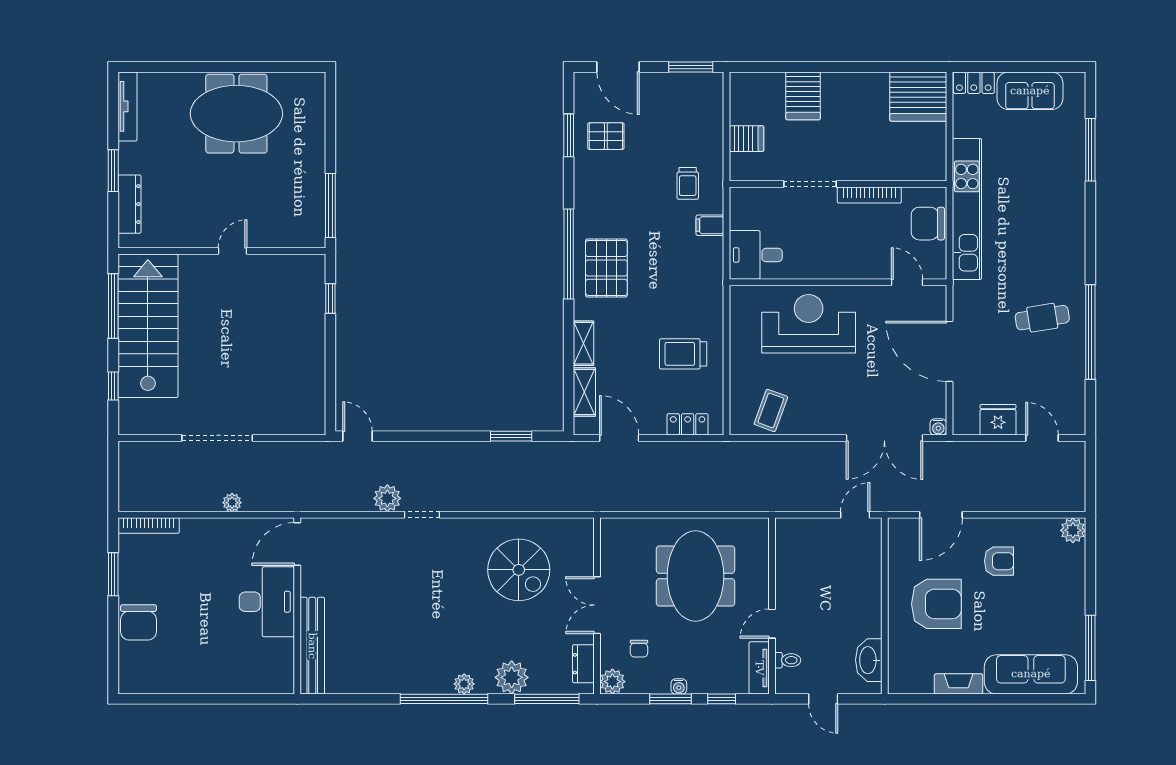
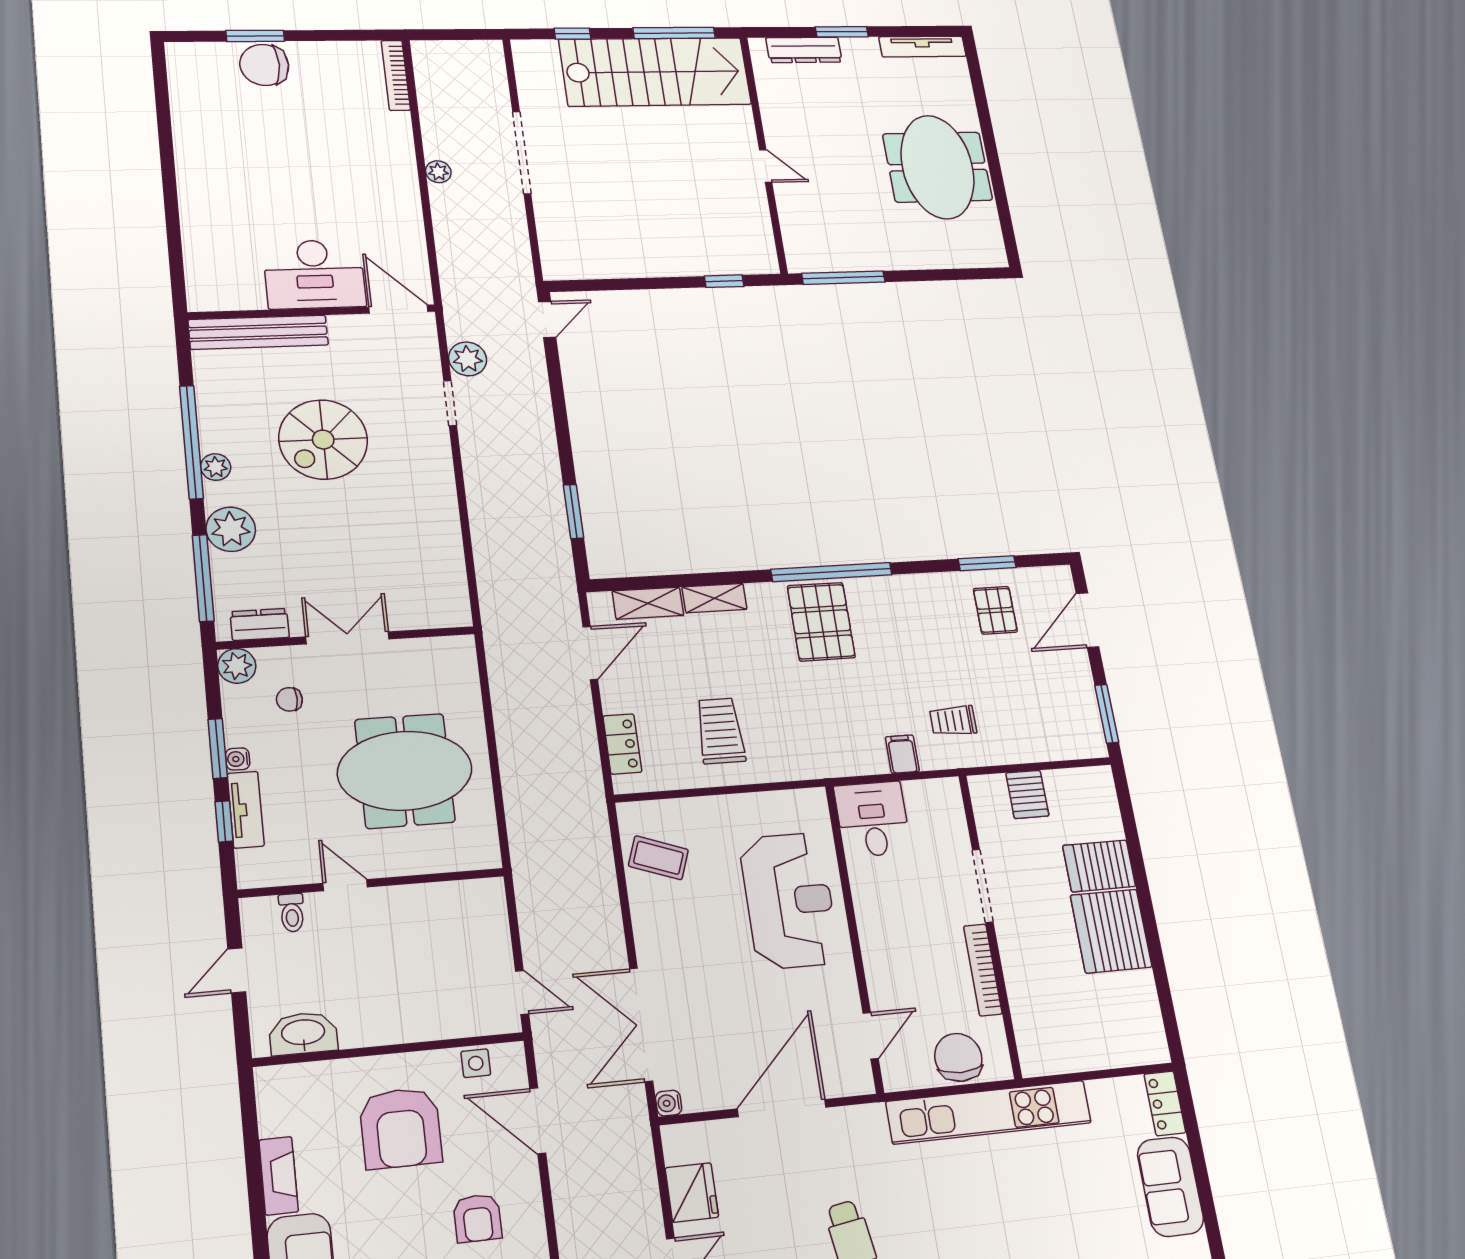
server rack: (918, 97) -> (1111, 931), moved
pallet: (606, 268) -> (821, 622), turned 90
door: (297, 544) -> (398, 309), moved
side table: (899, 551) -> (476, 1063), added
spiral stairs: (519, 570) -> (323, 440), moved
window: (113, 574) -> (255, 36), moved
desk: (267, 602) -> (314, 274), moved
wall: (297, 606) -> (312, 312), moved
bench: (312, 646) -> (258, 332), moved
tv unit: (759, 668) -> (246, 810), moved, turned 90

